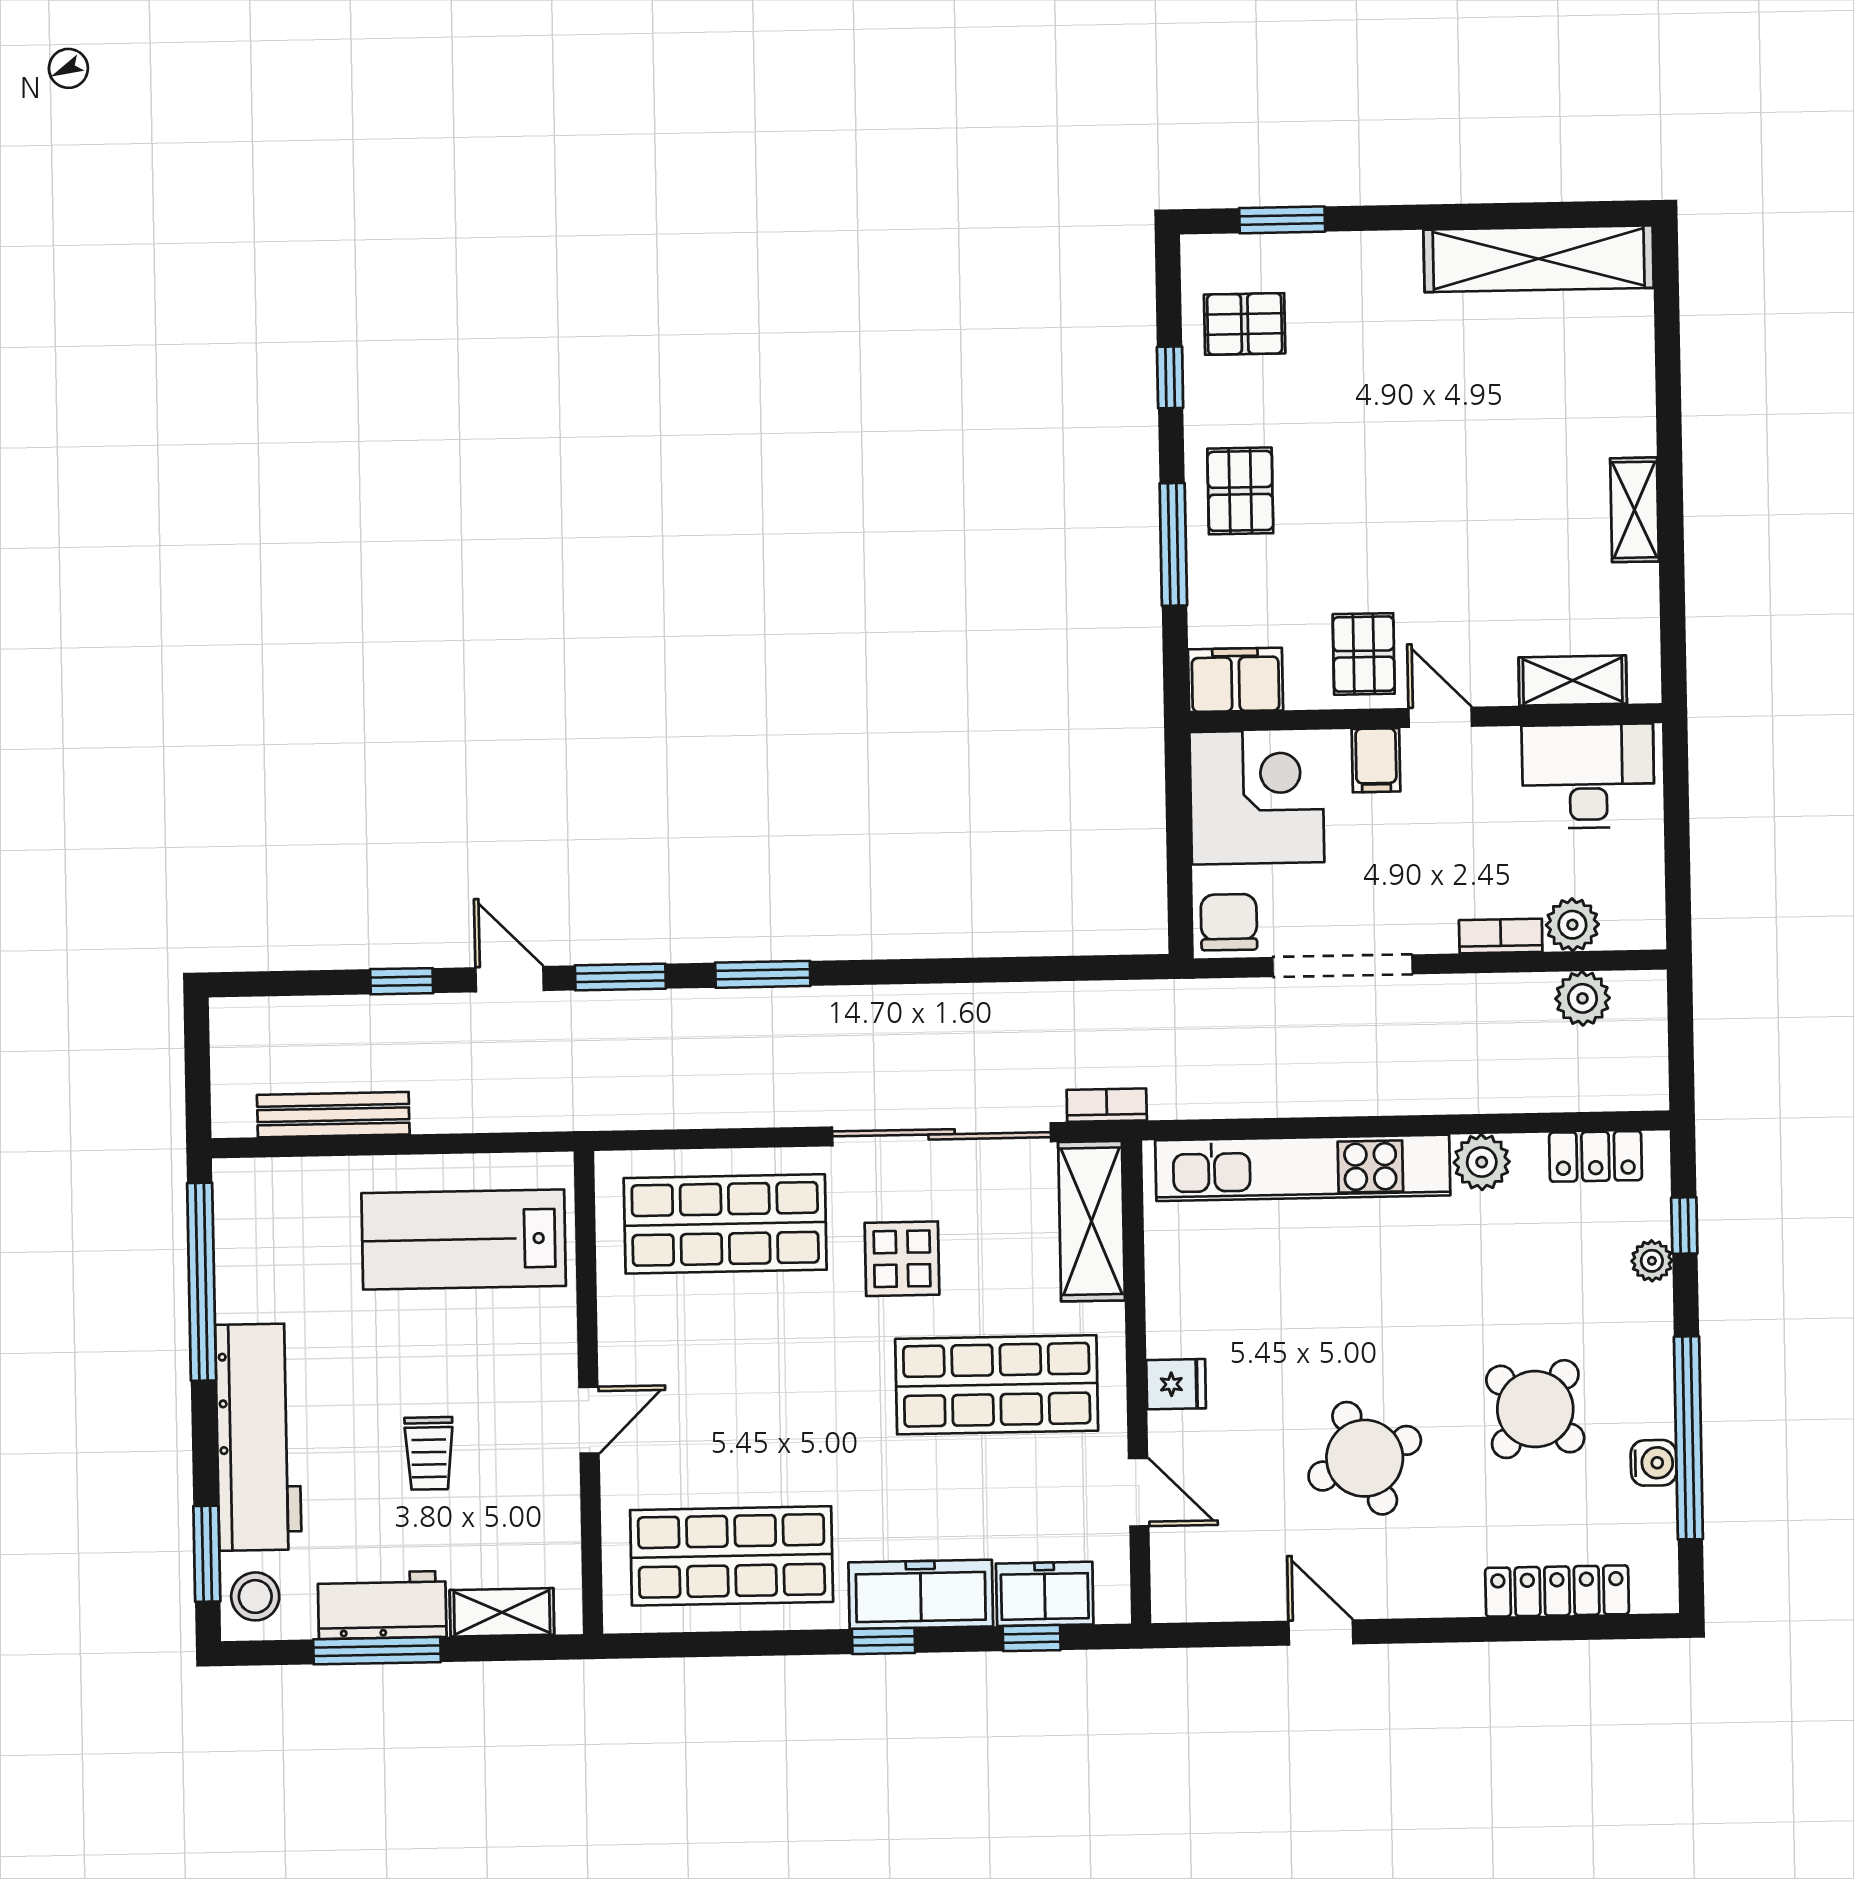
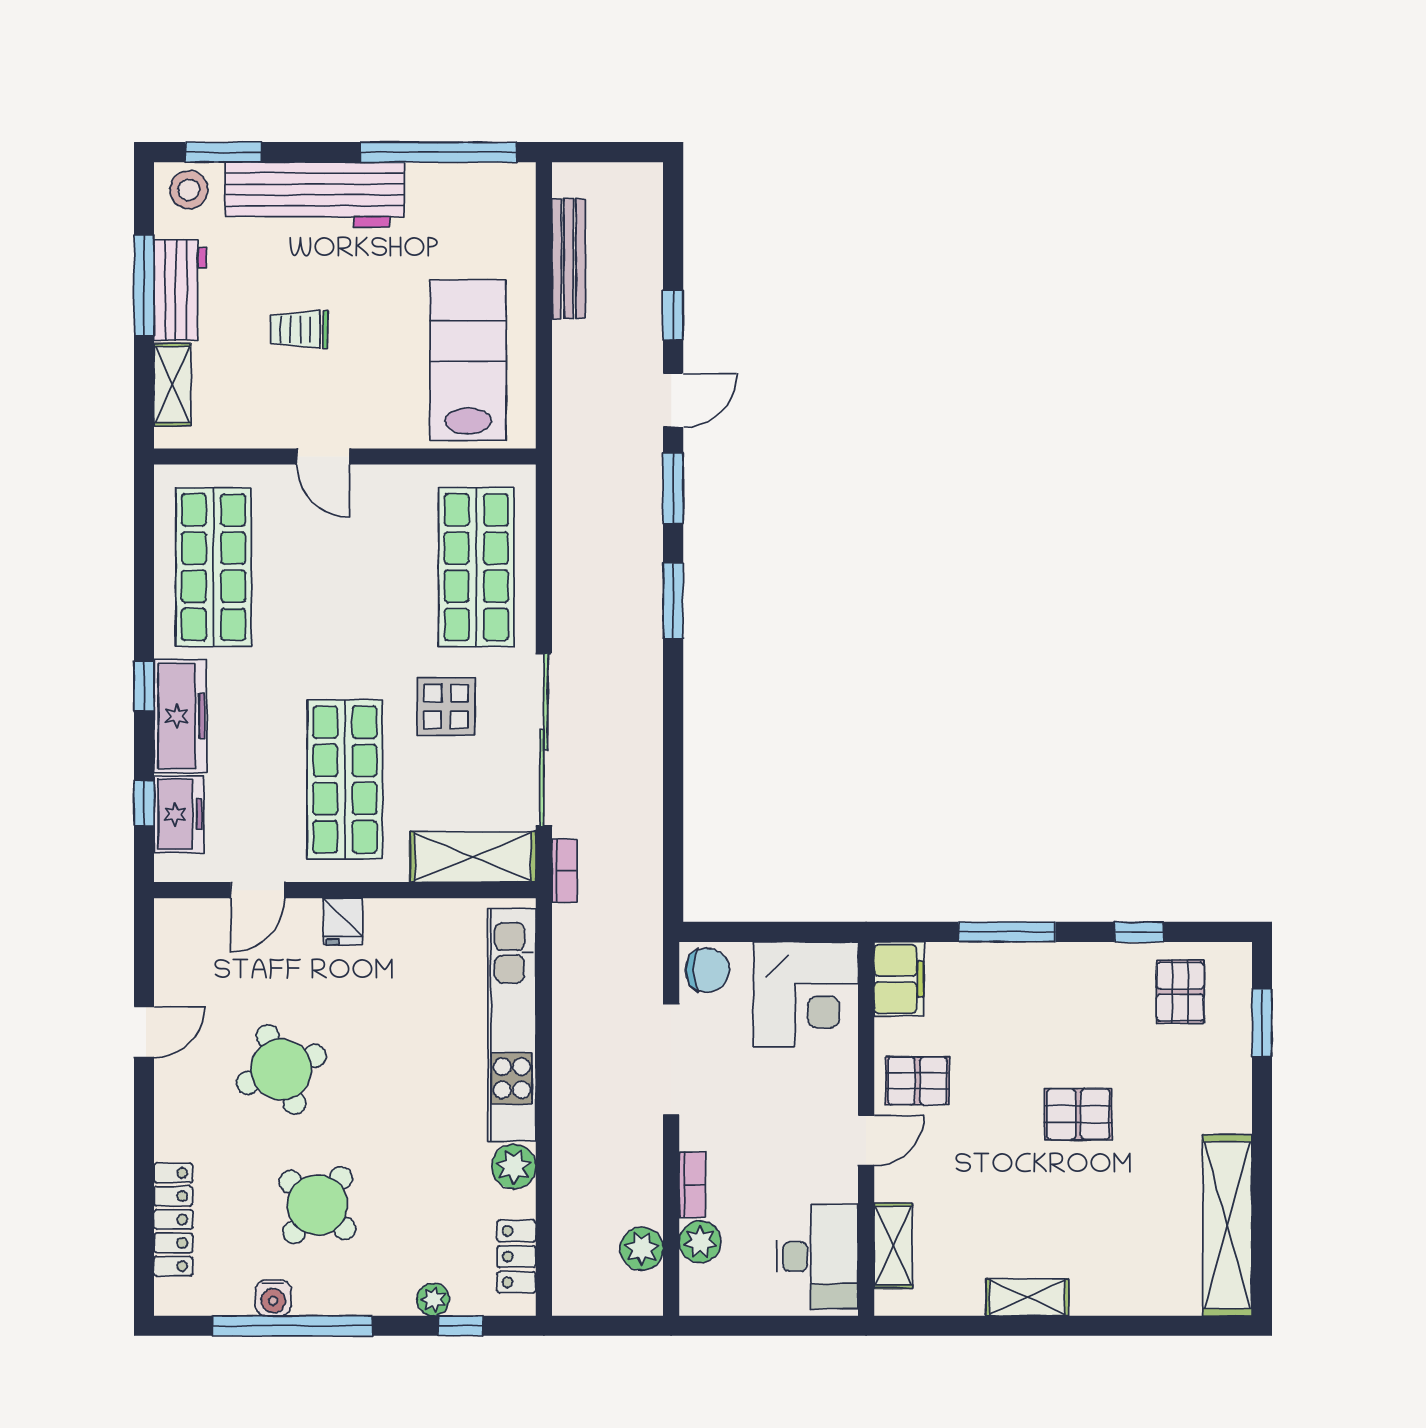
pallet: (1240, 491) -> (1078, 1114), moved
filing cabinet: (1376, 760) -> (833, 1089), removed

